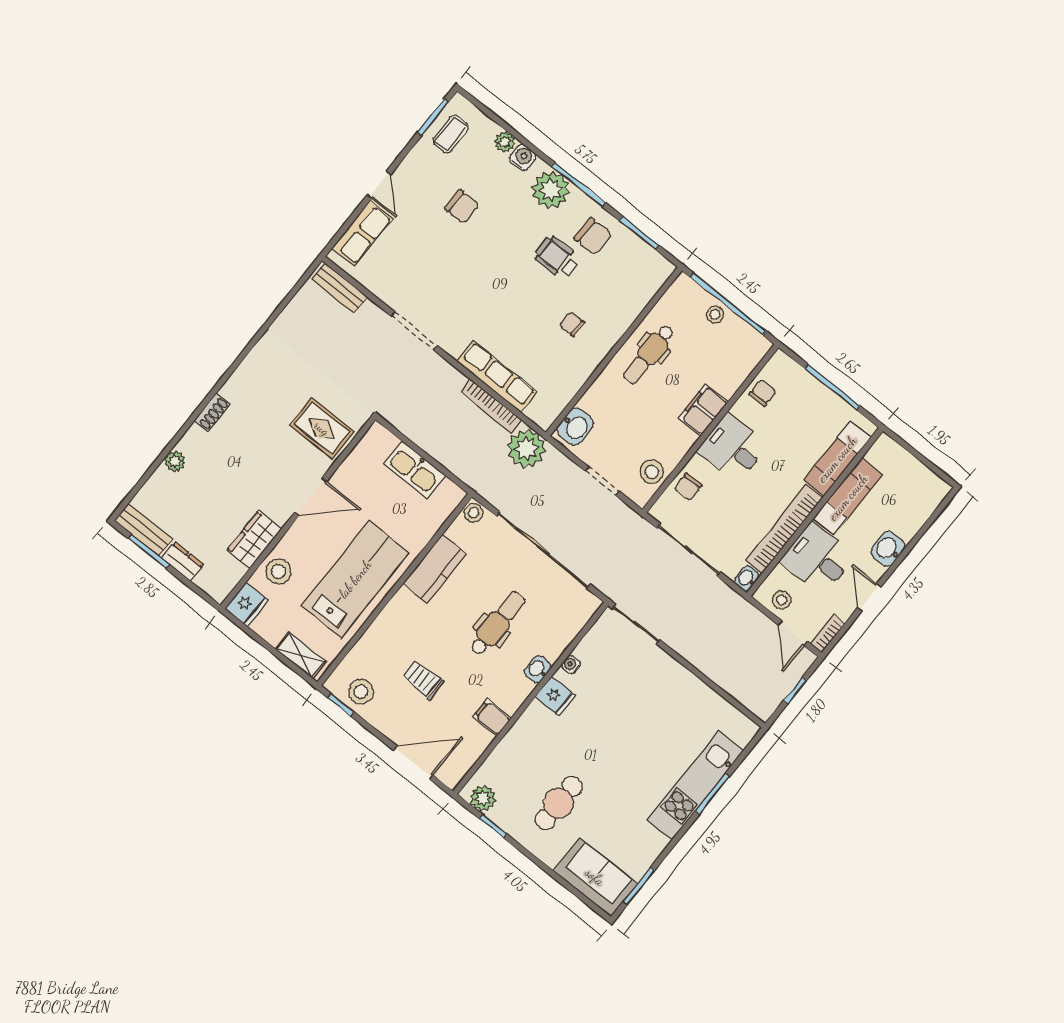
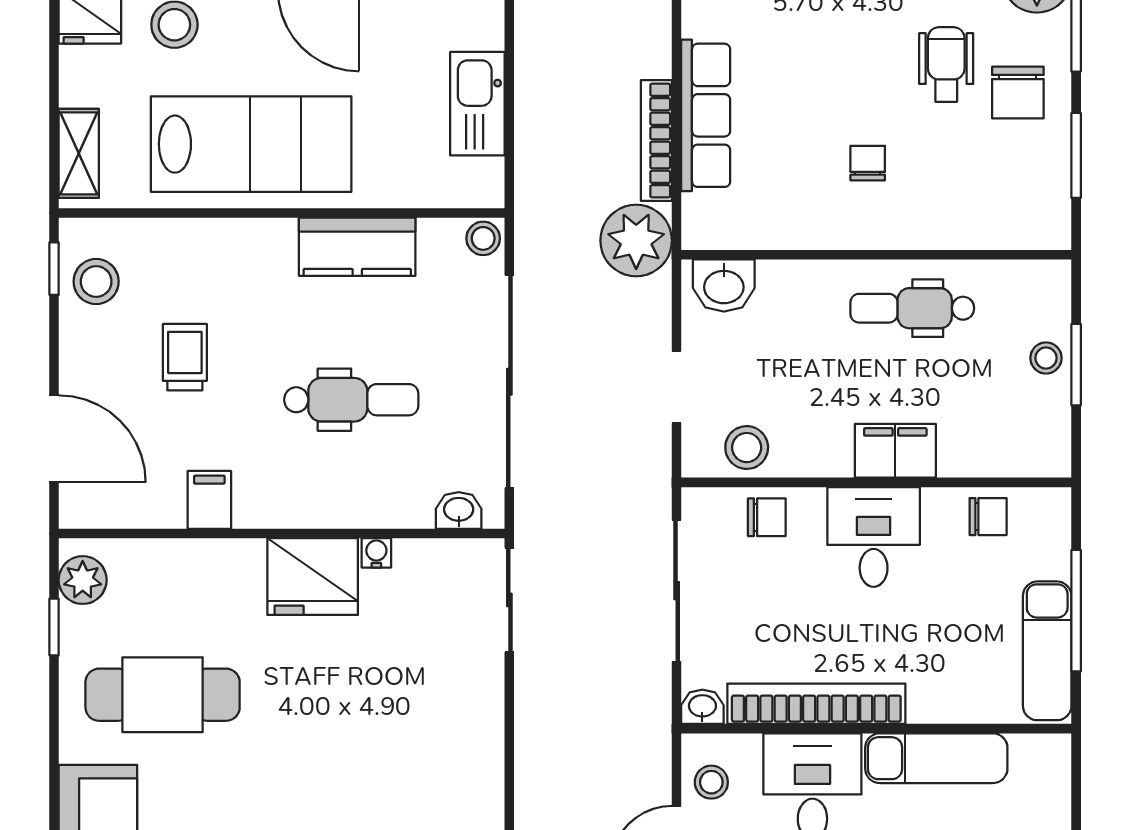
window: (728, 304) -> (1076, 365), width x0.47
exam couch: (837, 459) -> (1047, 651), moved, turned -90
chair: (688, 487) -> (767, 517), turned 180
washbasin: (538, 669) -> (459, 510), moved
fridge: (555, 696) -> (313, 577), width x1.88, depth x1.34
cafe table: (559, 803) -> (163, 695), width x1.37, depth x1.35

